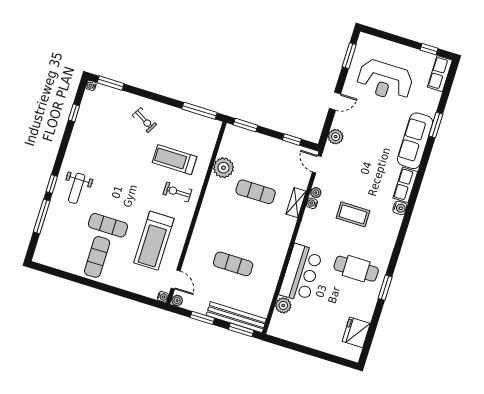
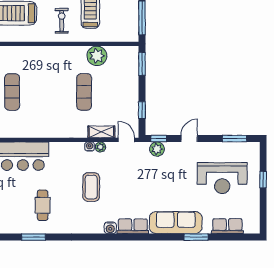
window: (429, 49) -> (263, 180), moved
row of seats: (440, 74) -> (227, 226), moved
reception desk: (385, 80) -> (222, 178), turned -90
door: (335, 101) -> (189, 139), swing flipped
window: (326, 132) -> (159, 139), added
door: (317, 164) -> (127, 140), hinge flipped
shelving: (296, 203) -> (101, 132), moved
cafe table: (356, 269) -> (43, 205), width x0.73, depth x0.74

